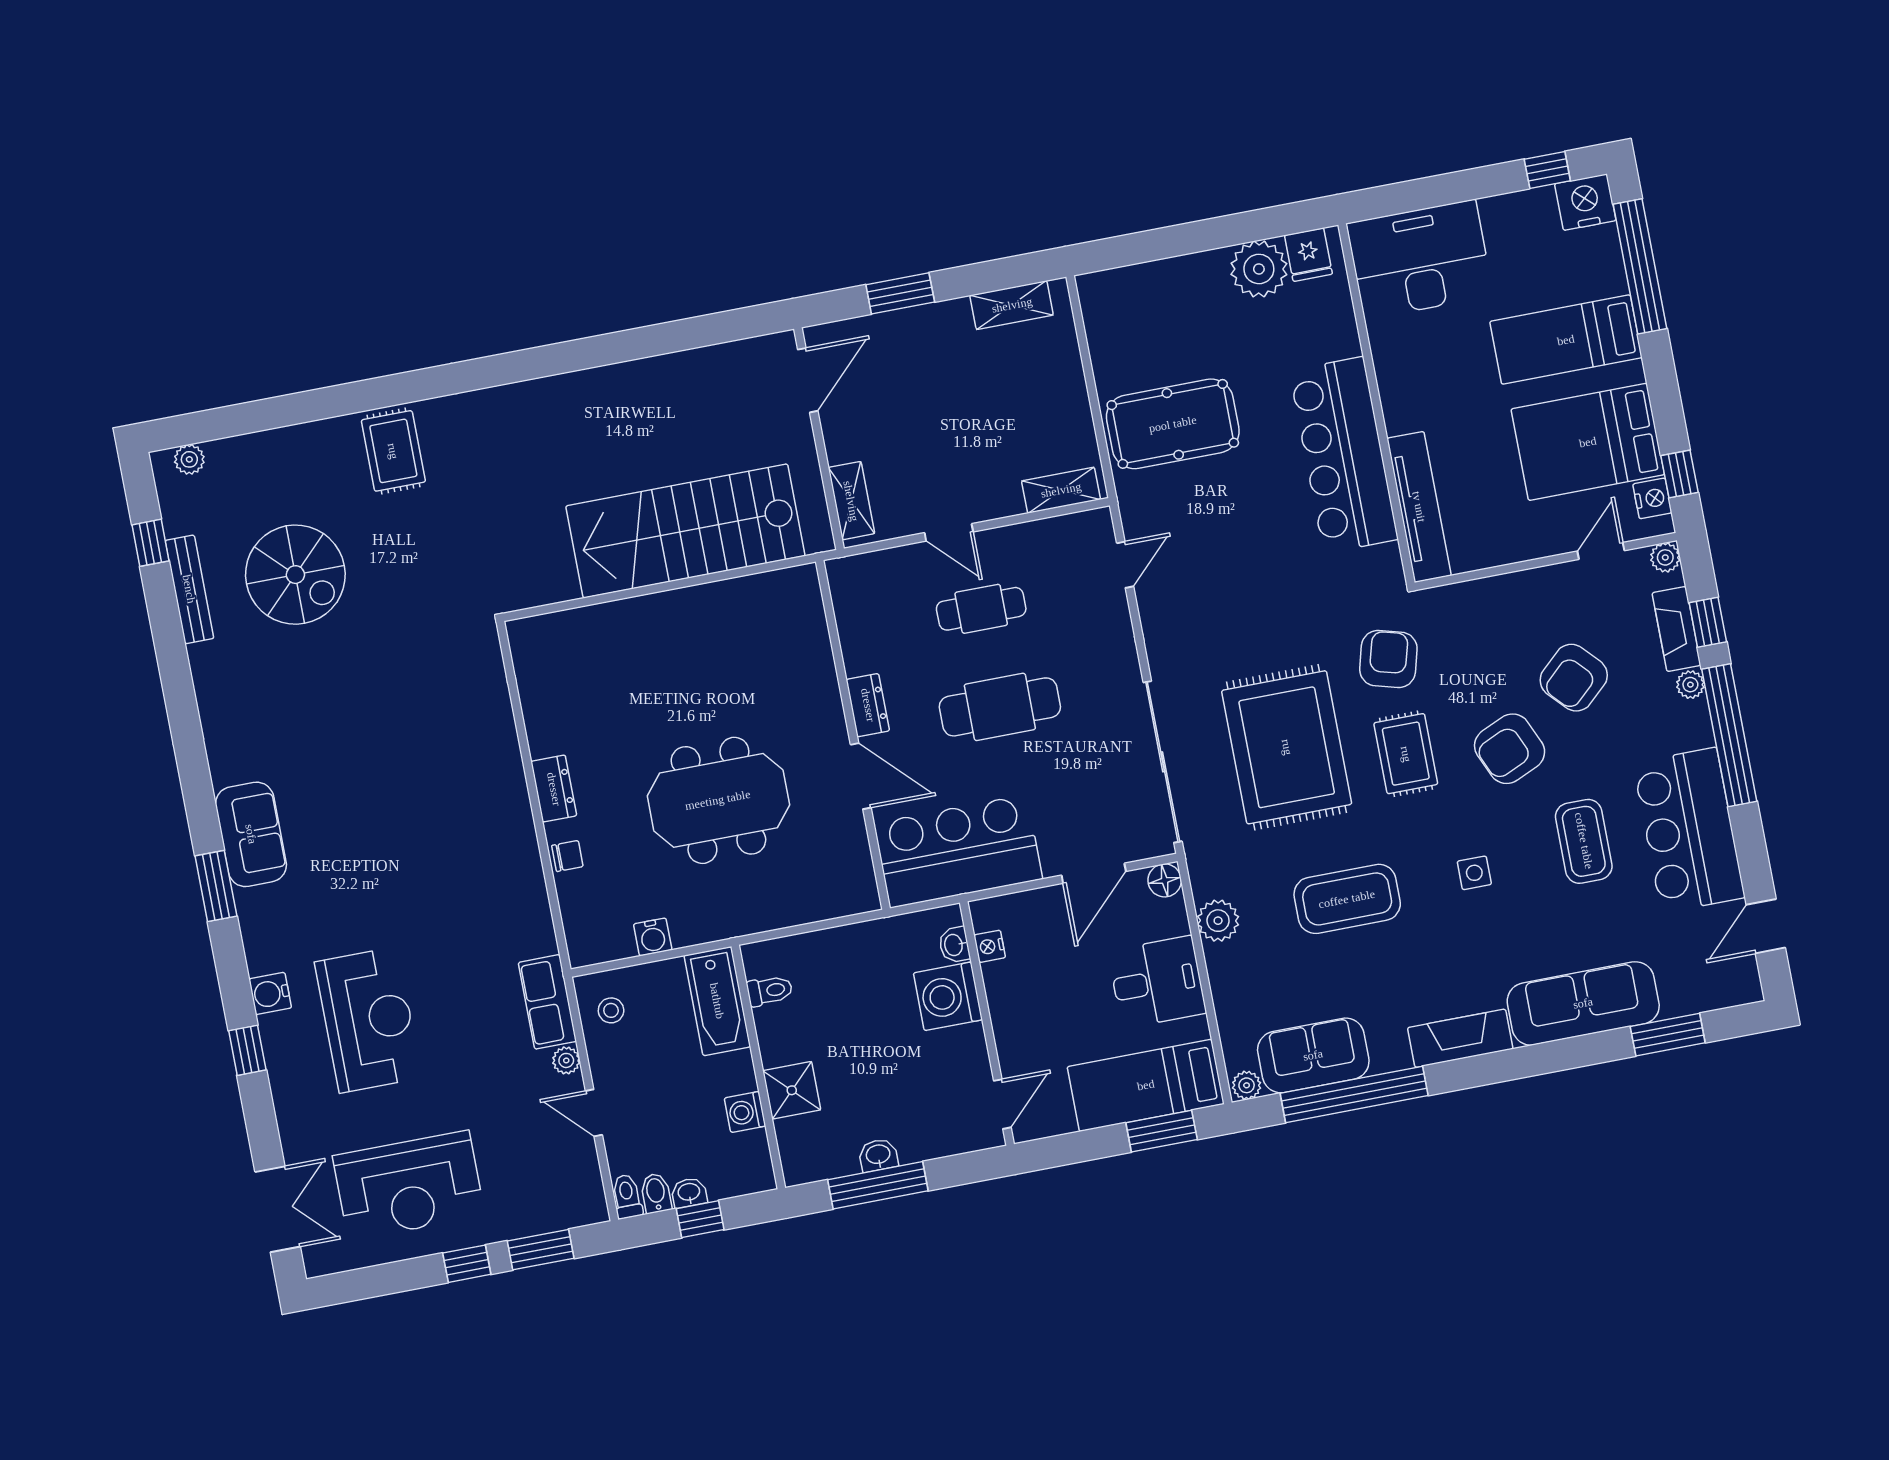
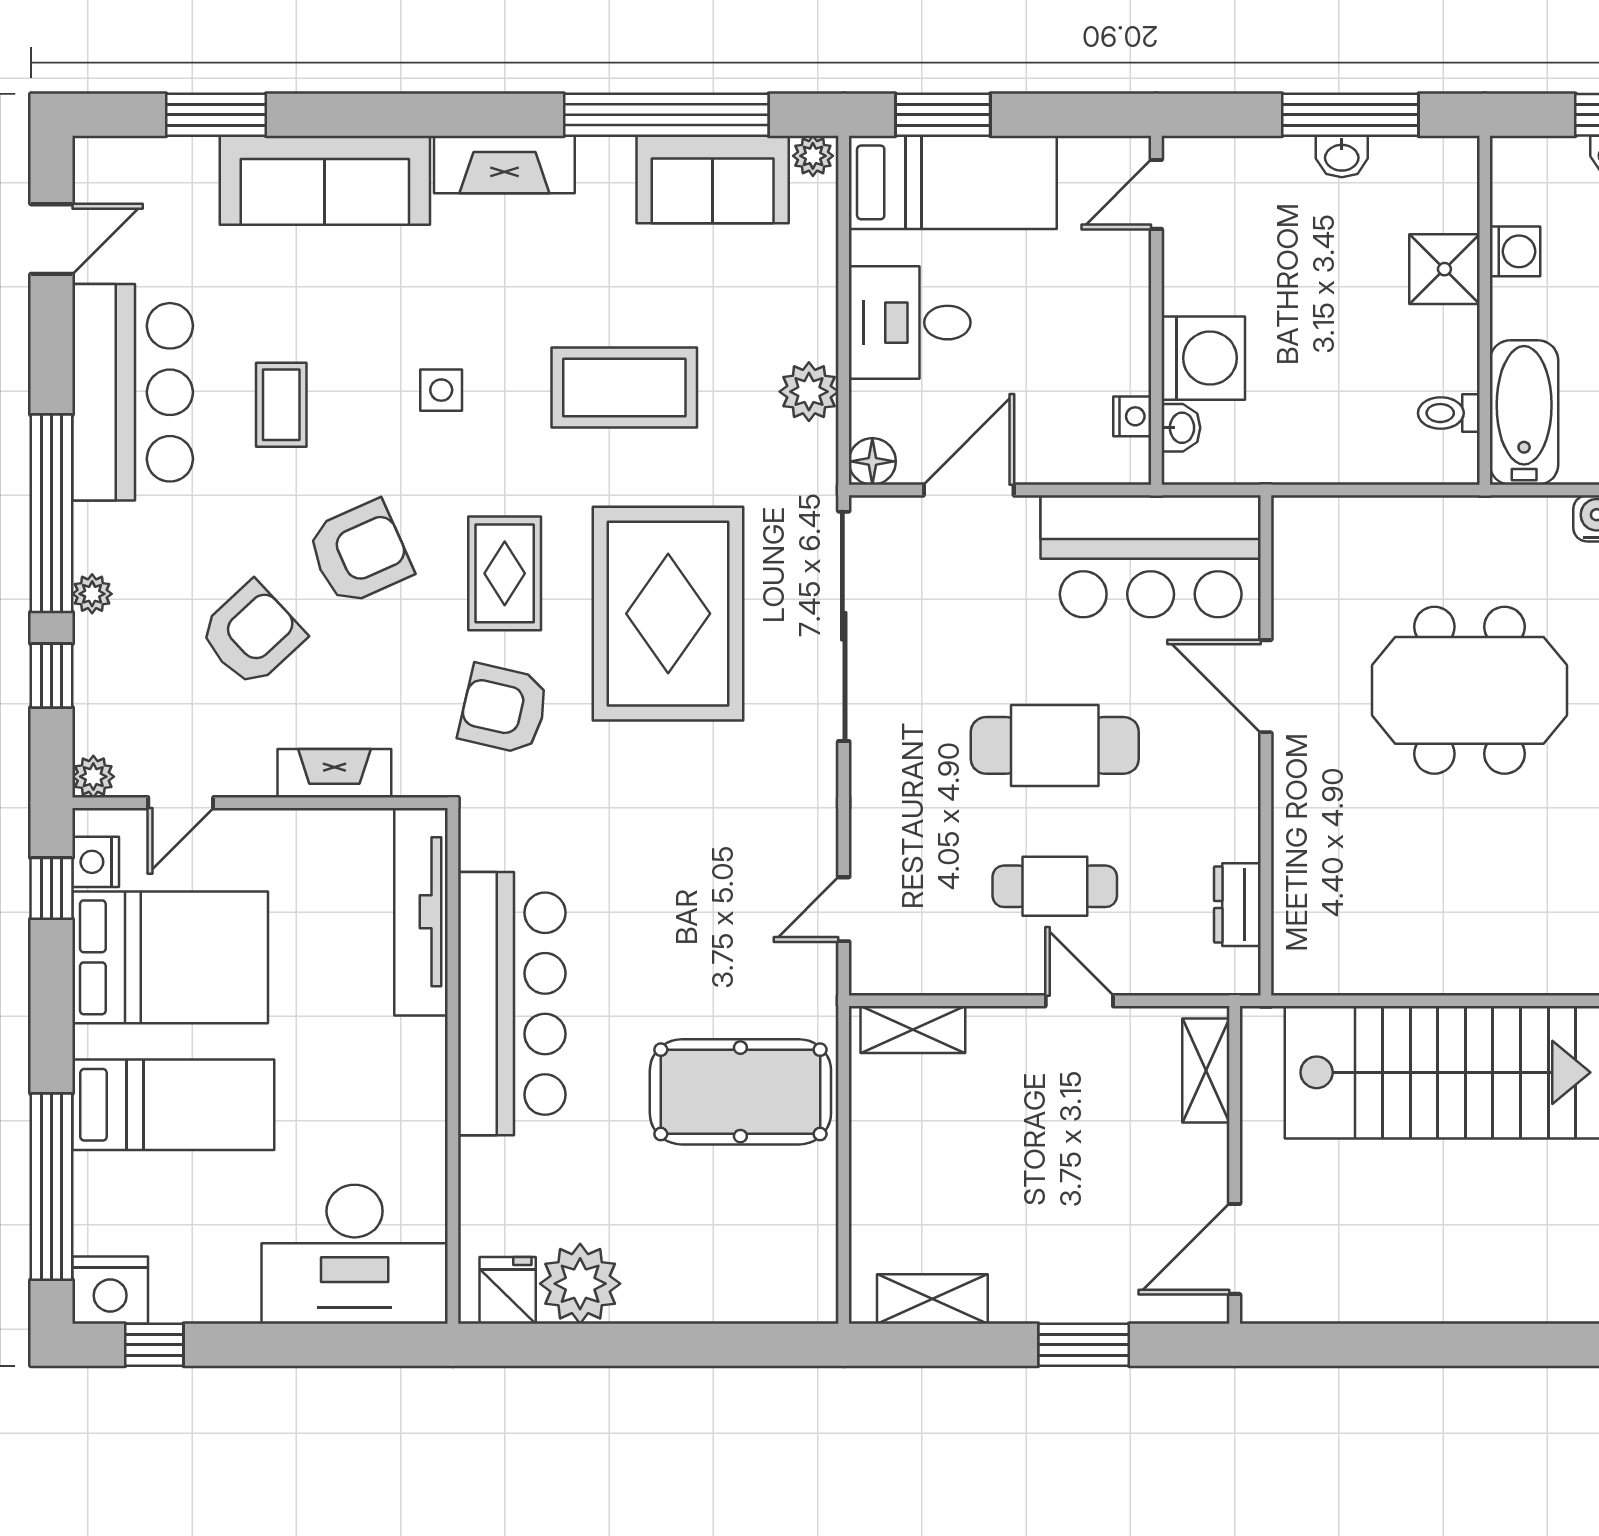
fireplace: (1677, 629) -> (334, 773), moved, turned -90
armchair: (1388, 659) -> (504, 709), turned 88
dresser: (868, 705) -> (1237, 905), moved
coffee table: (1584, 841) -> (281, 405), width x0.73, depth x0.77

